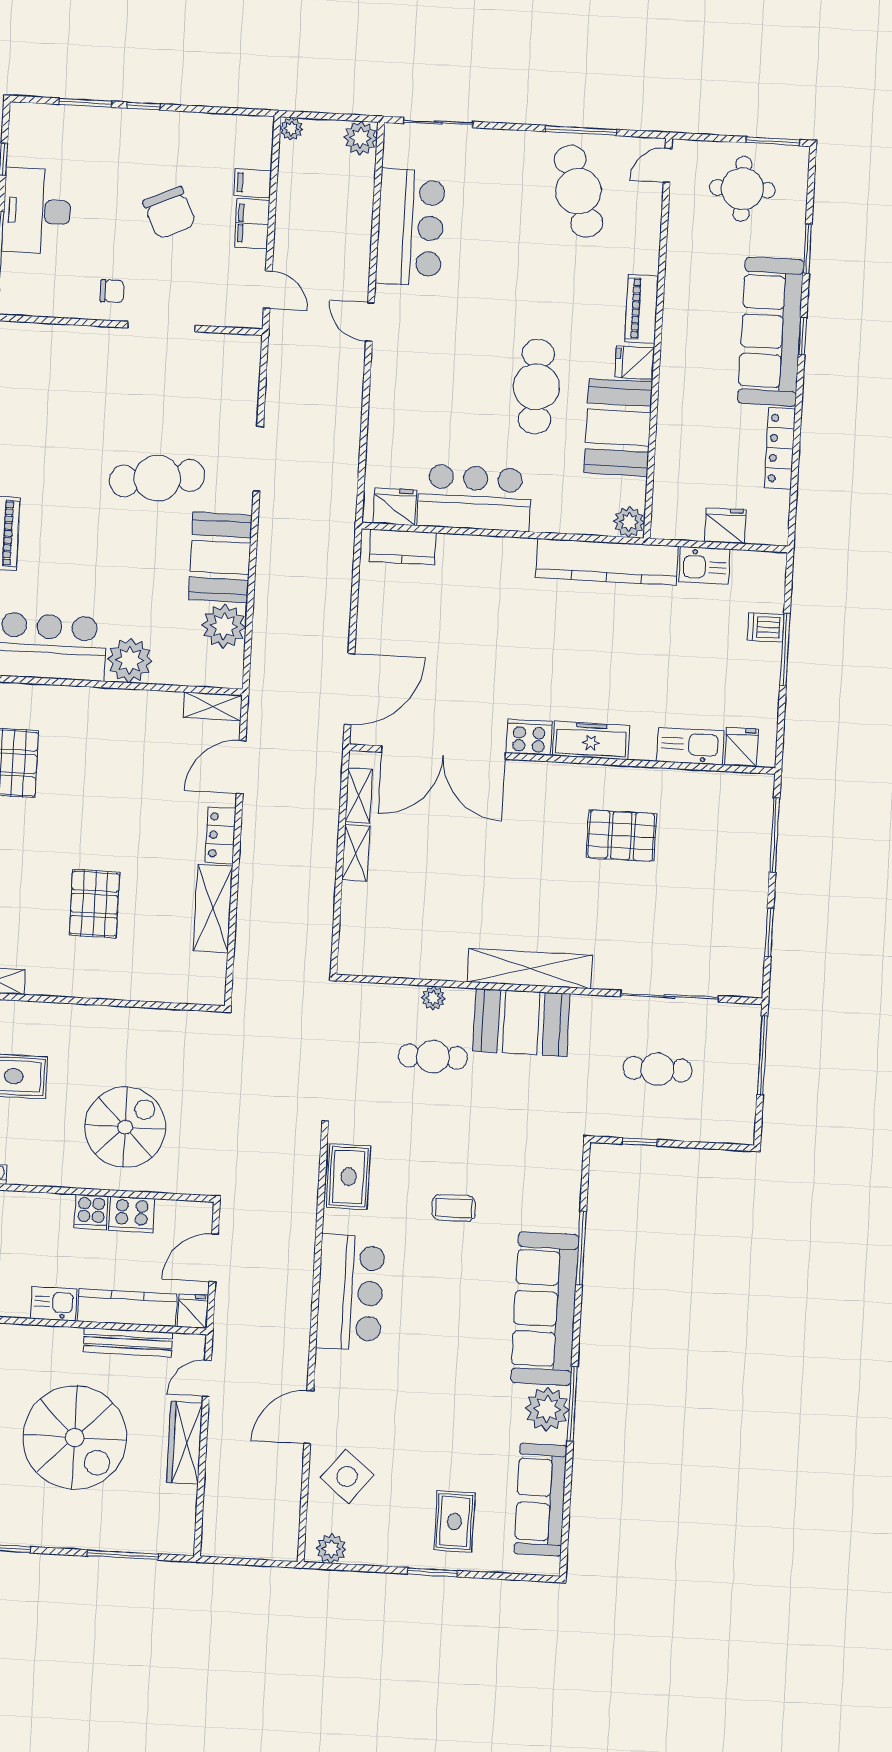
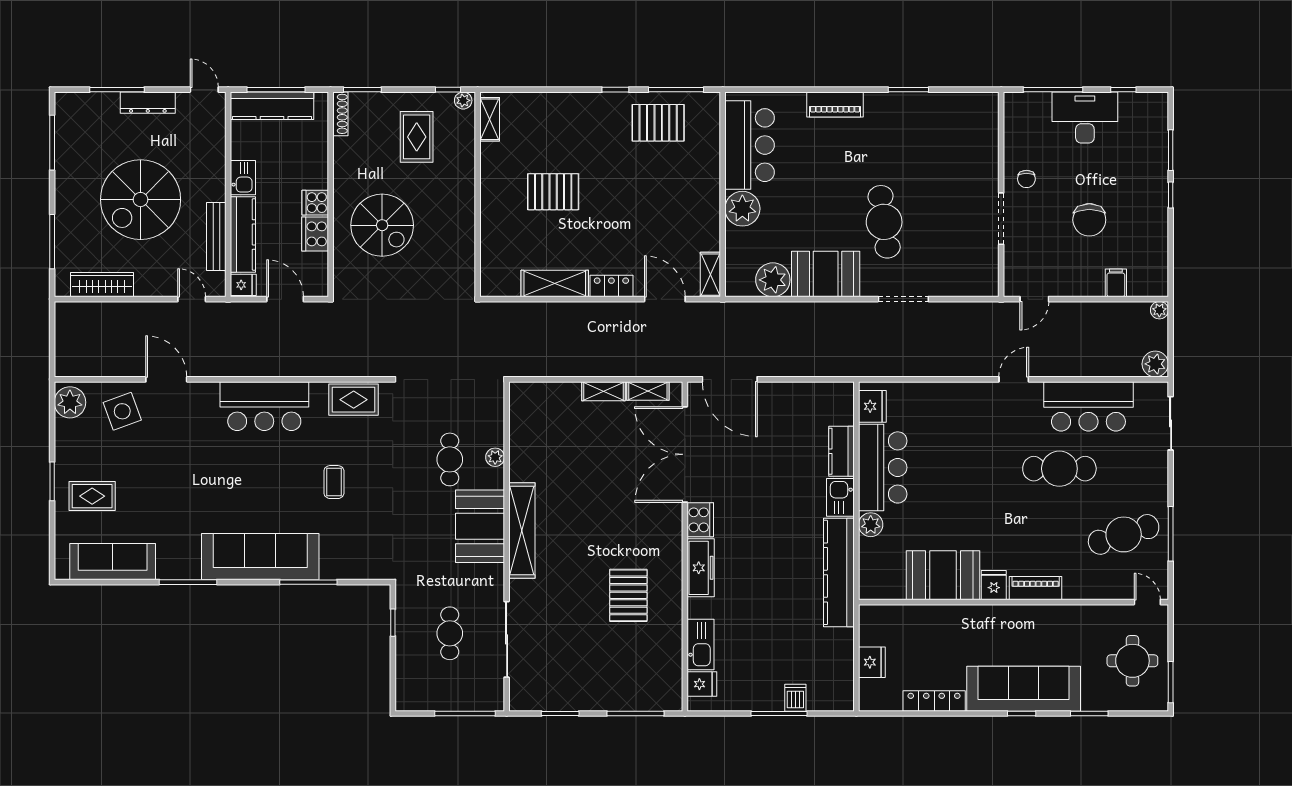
chair: (169, 213) -> (1089, 220), turned -65
filing cabinet: (252, 224) -> (1085, 284), removed
cafe table: (536, 387) -> (1059, 469), moved
plant: (629, 522) -> (871, 525), moved
kitchen counter: (403, 547) -> (842, 451), moved
kitchen sink: (704, 565) -> (840, 497), moved
plant: (547, 1409) -> (183, 563), removed
wardrobe: (185, 1443) -> (102, 285), moved
side table: (347, 1476) -> (122, 411), turned 31
plant: (331, 1549) -> (70, 402), width x1.36, depth x1.36

